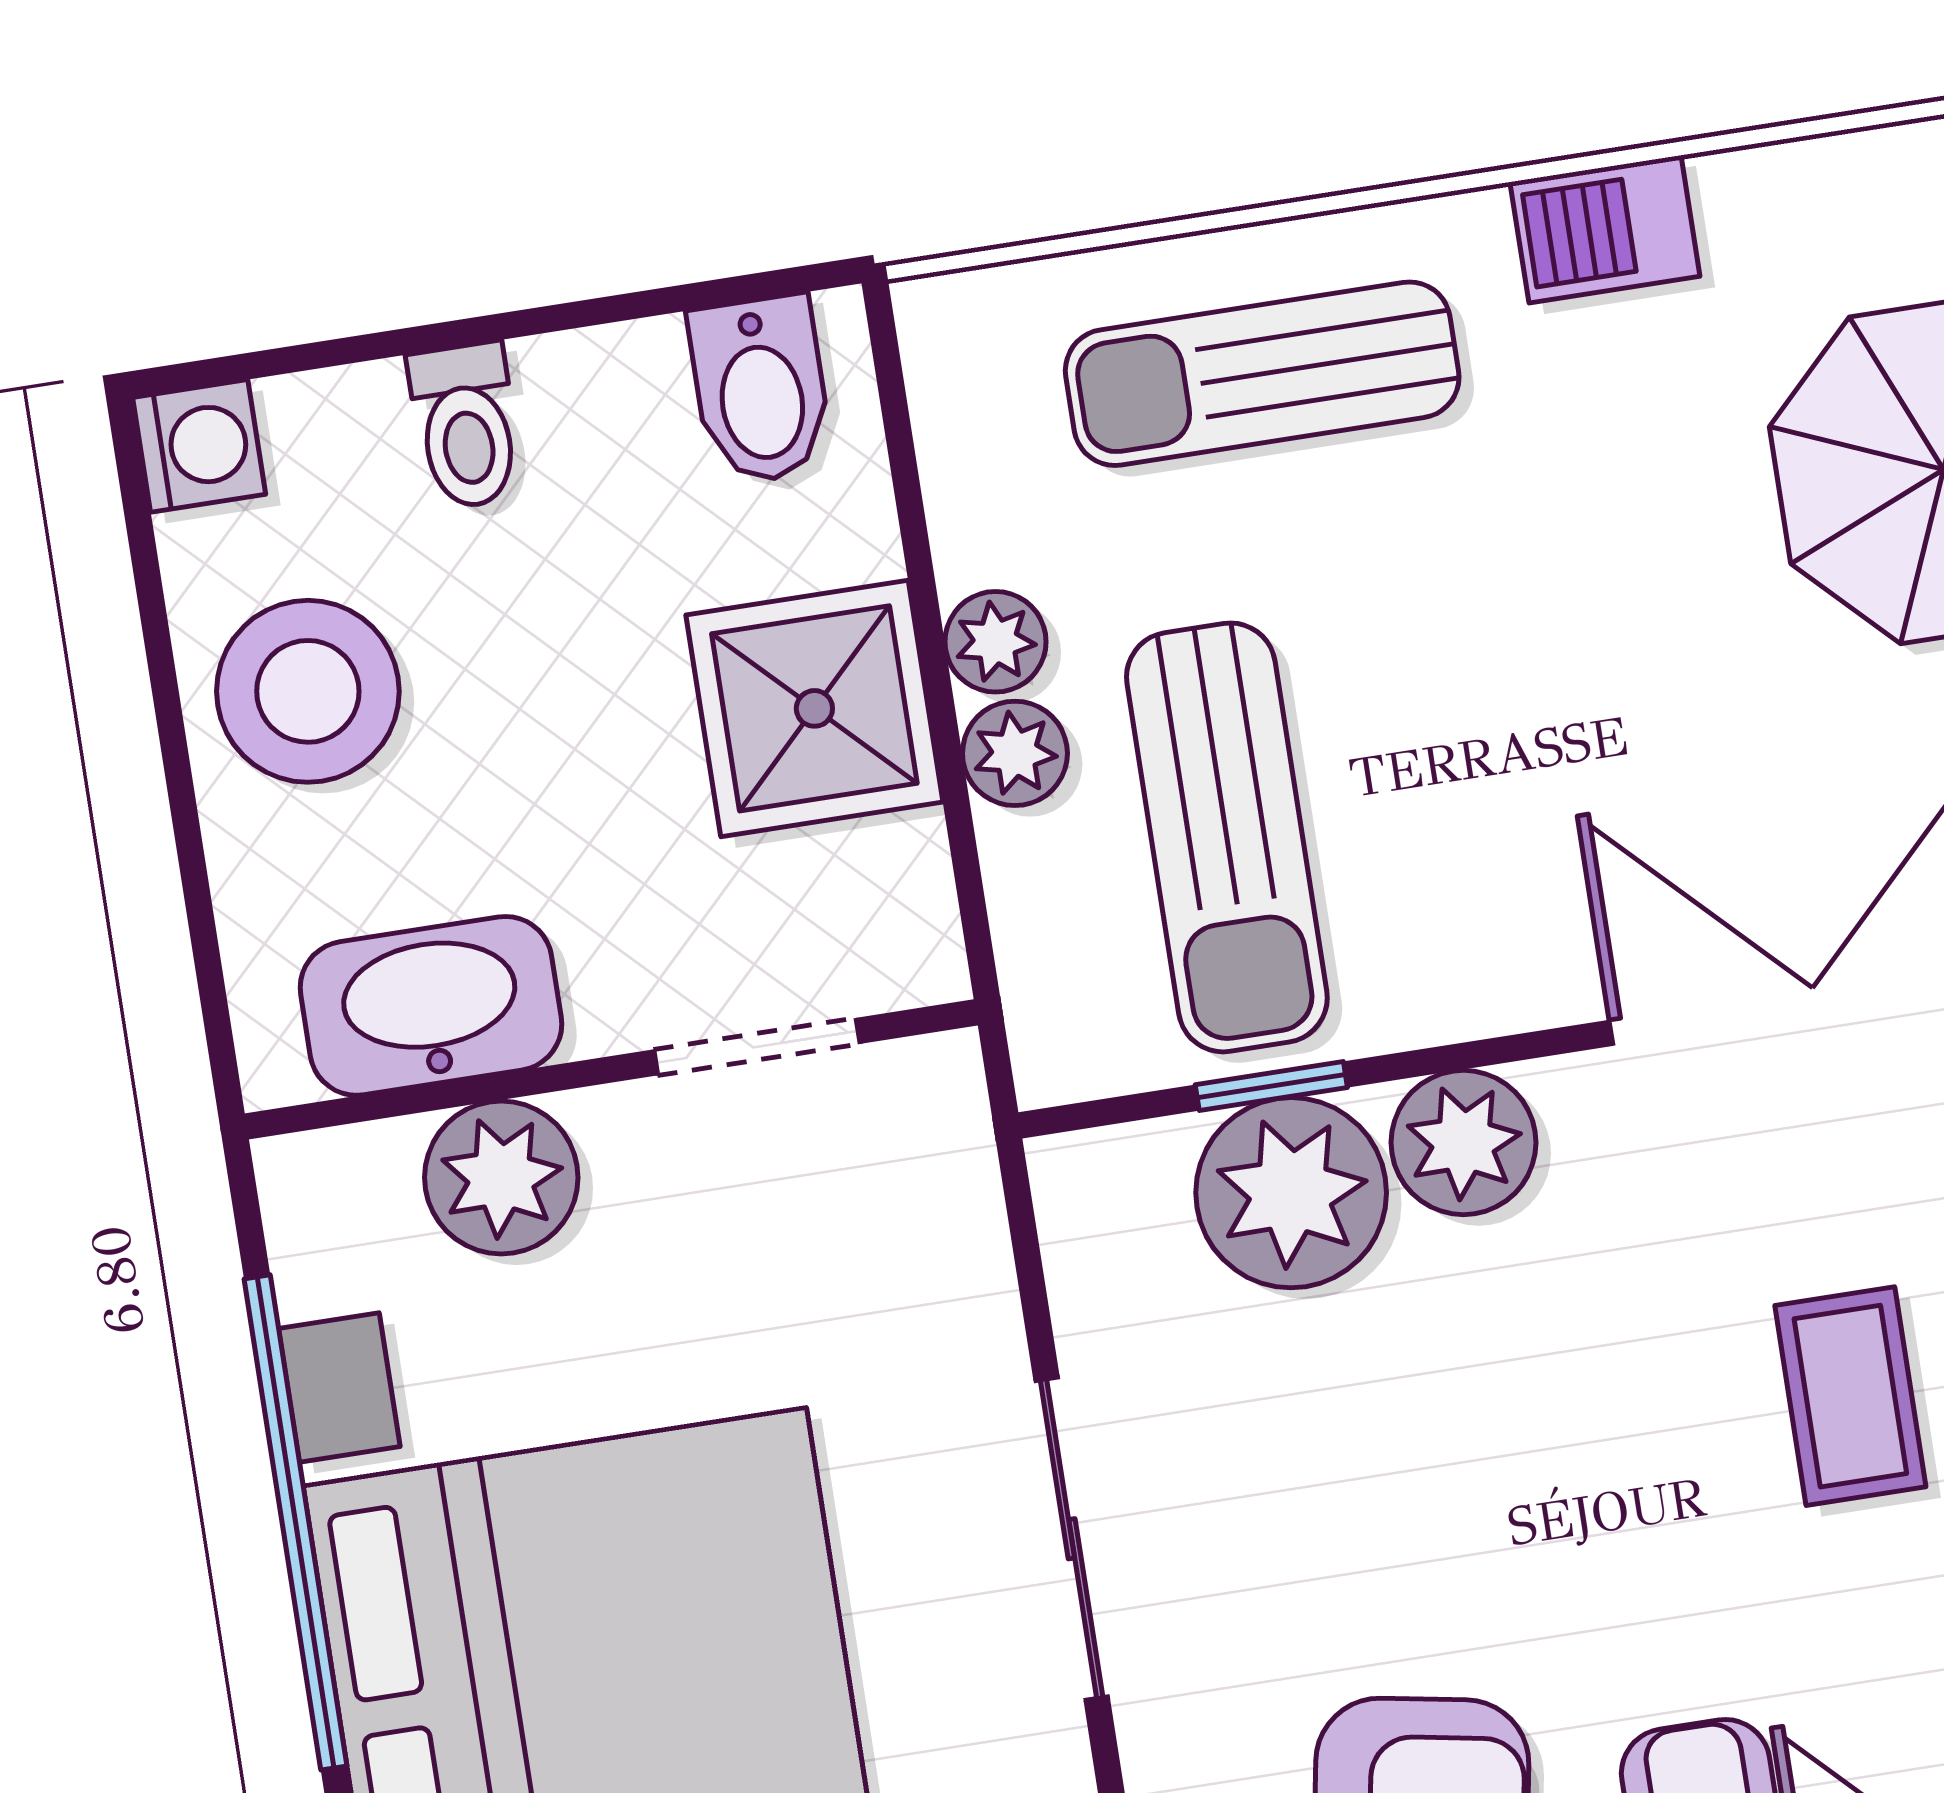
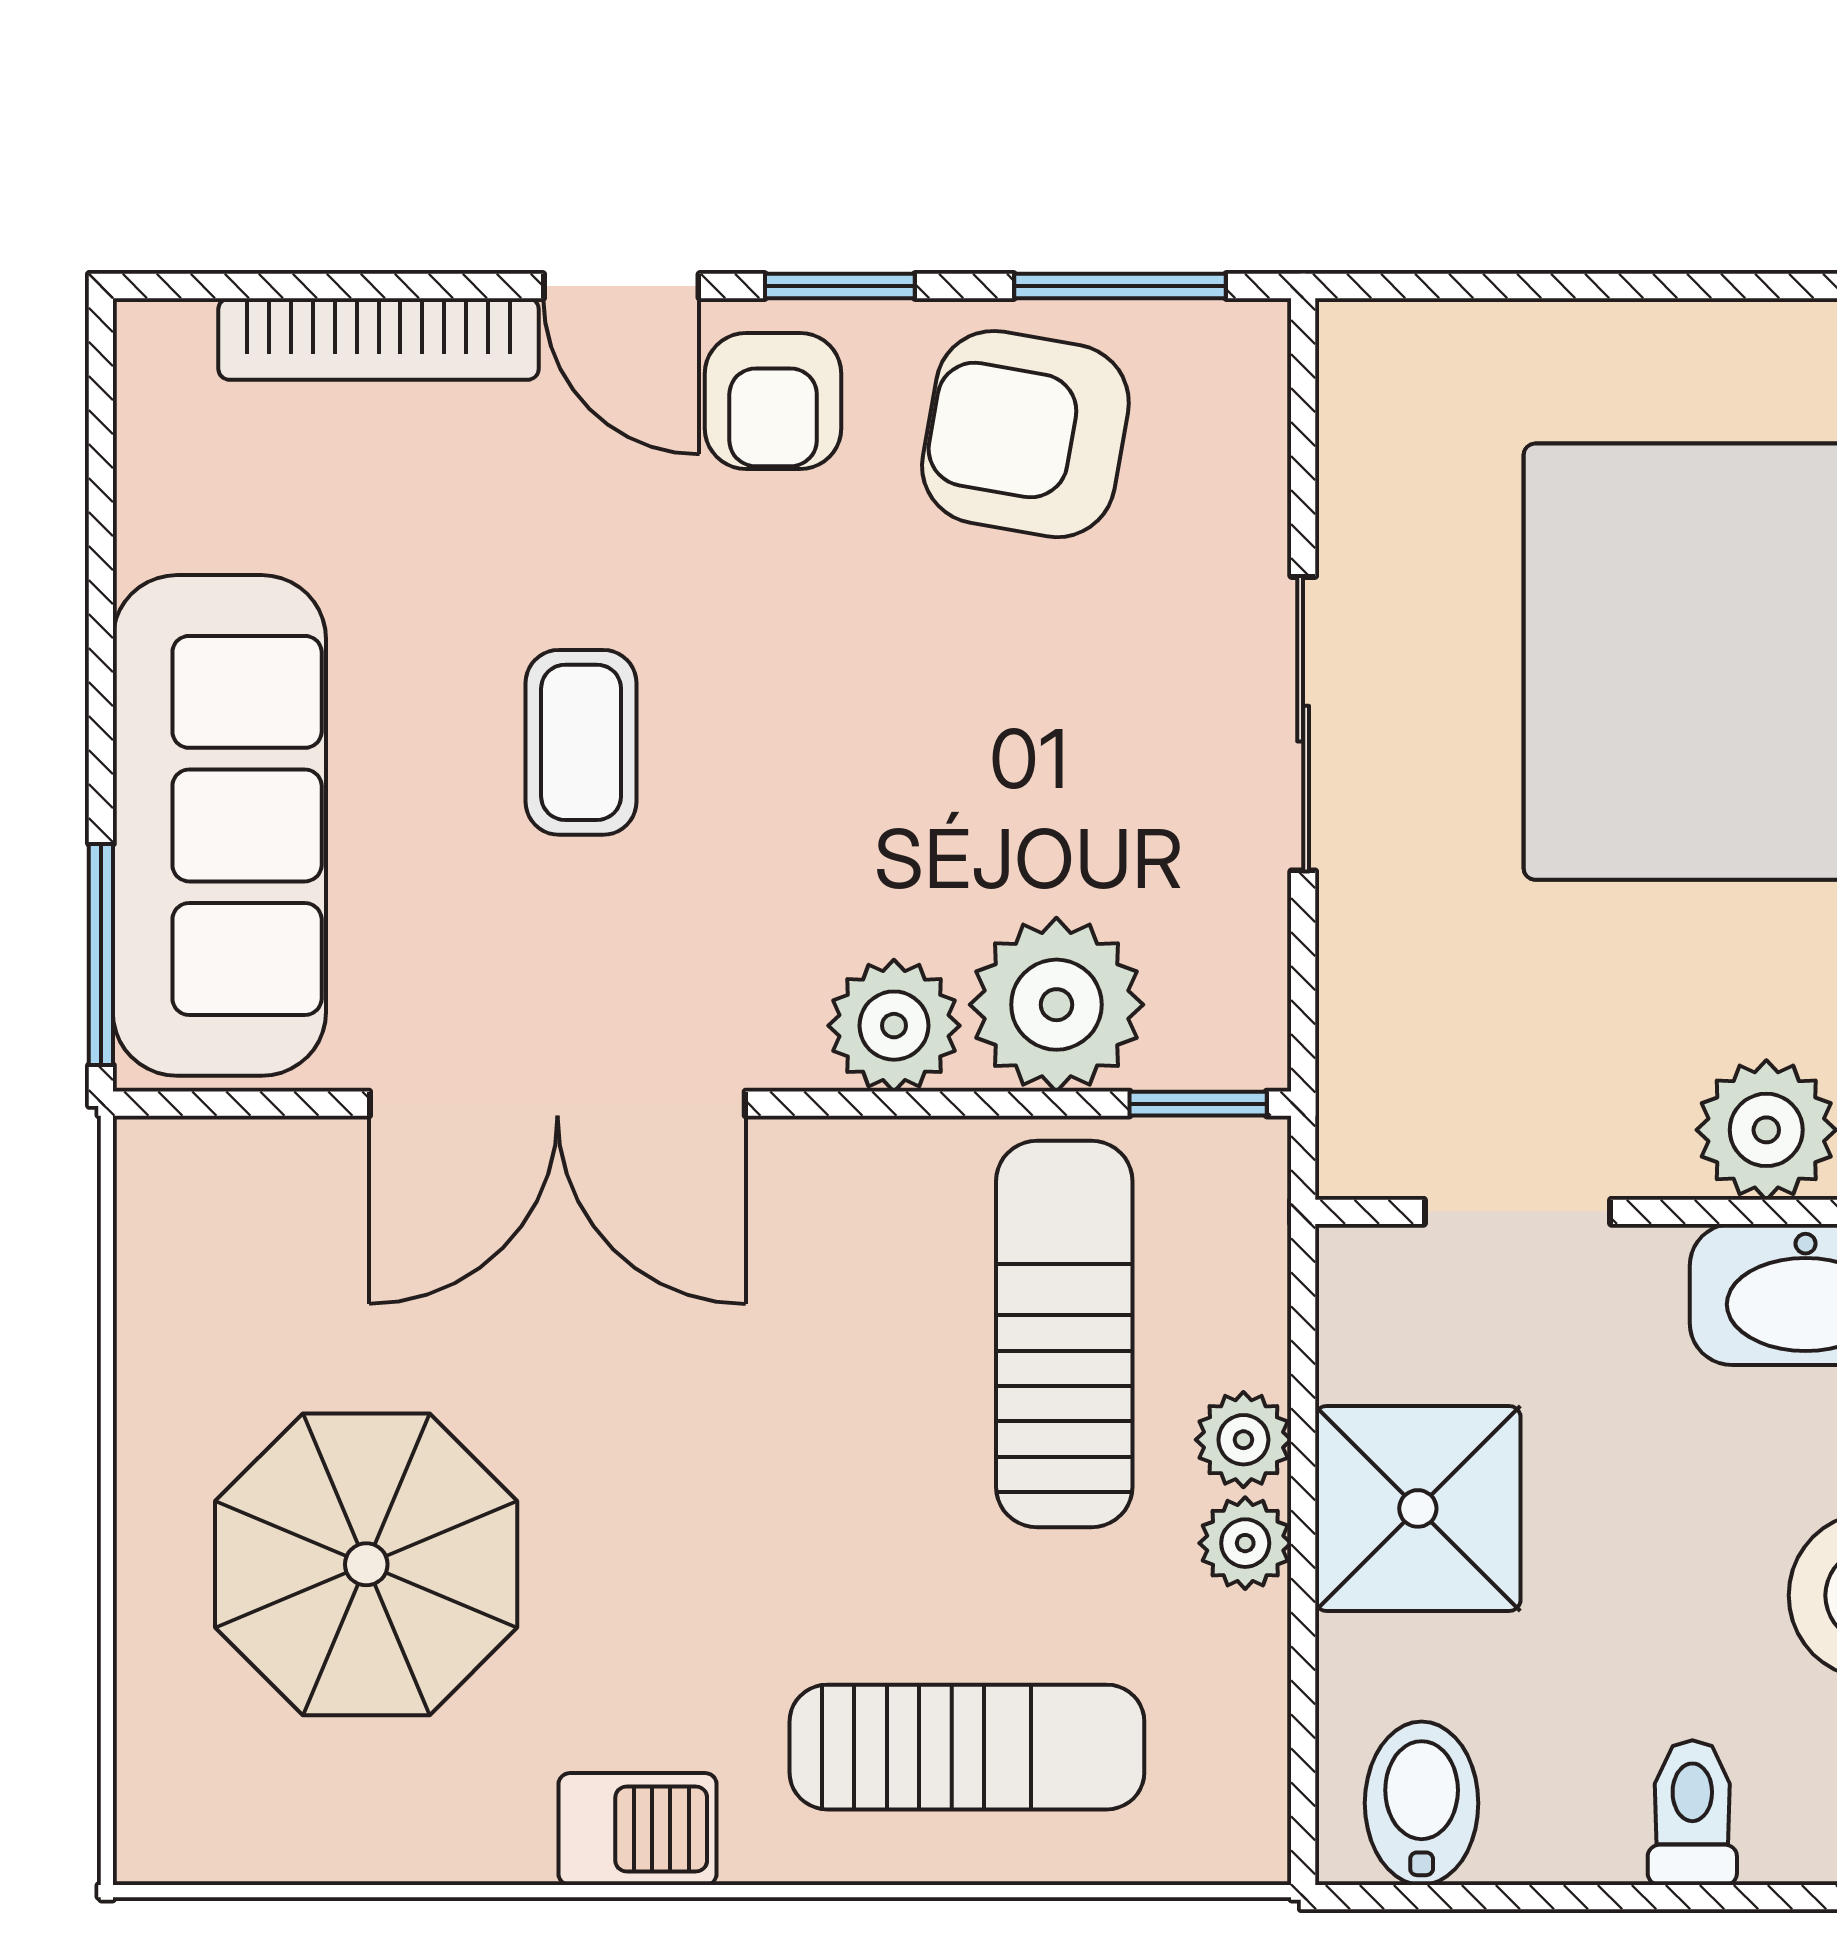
window: (1271, 1086) -> (1198, 1104), moved

